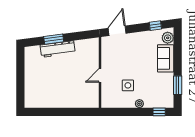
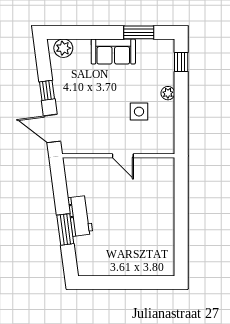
window: (155, 26) -> (47, 90), moved
workbench: (58, 49) -> (80, 216), width x0.73
sofa: (166, 58) -> (113, 52), moved

